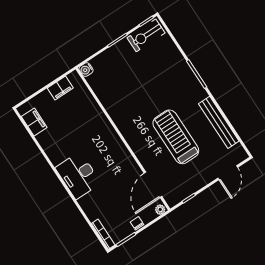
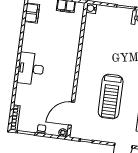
treadmill: (176, 137) -> (111, 97), turned 180

